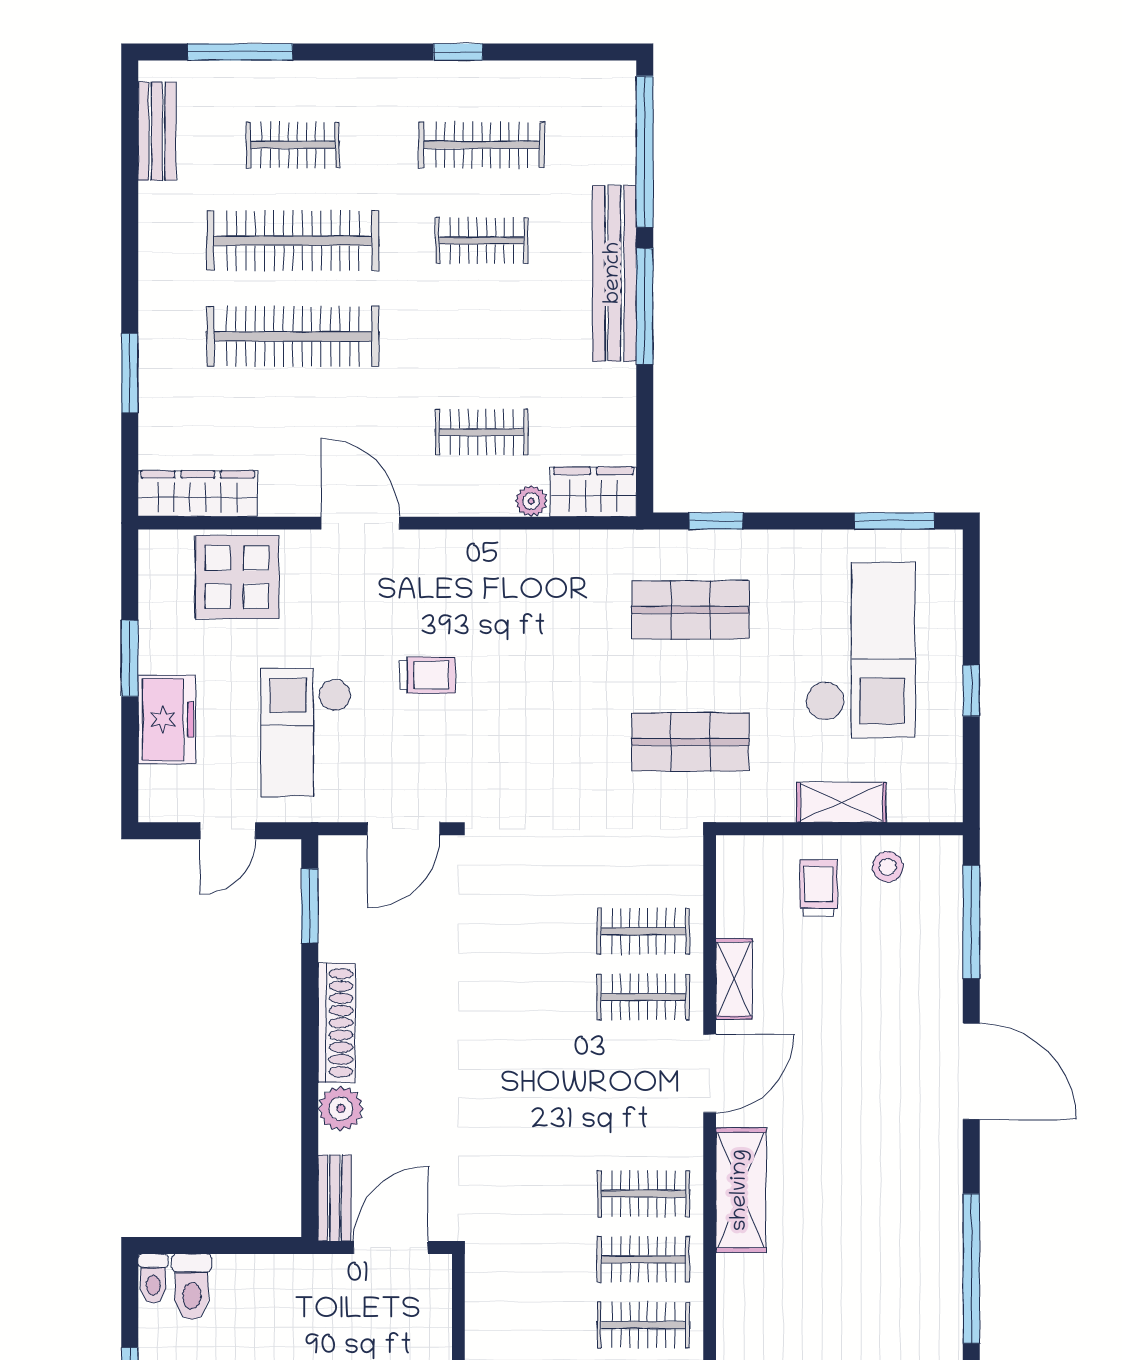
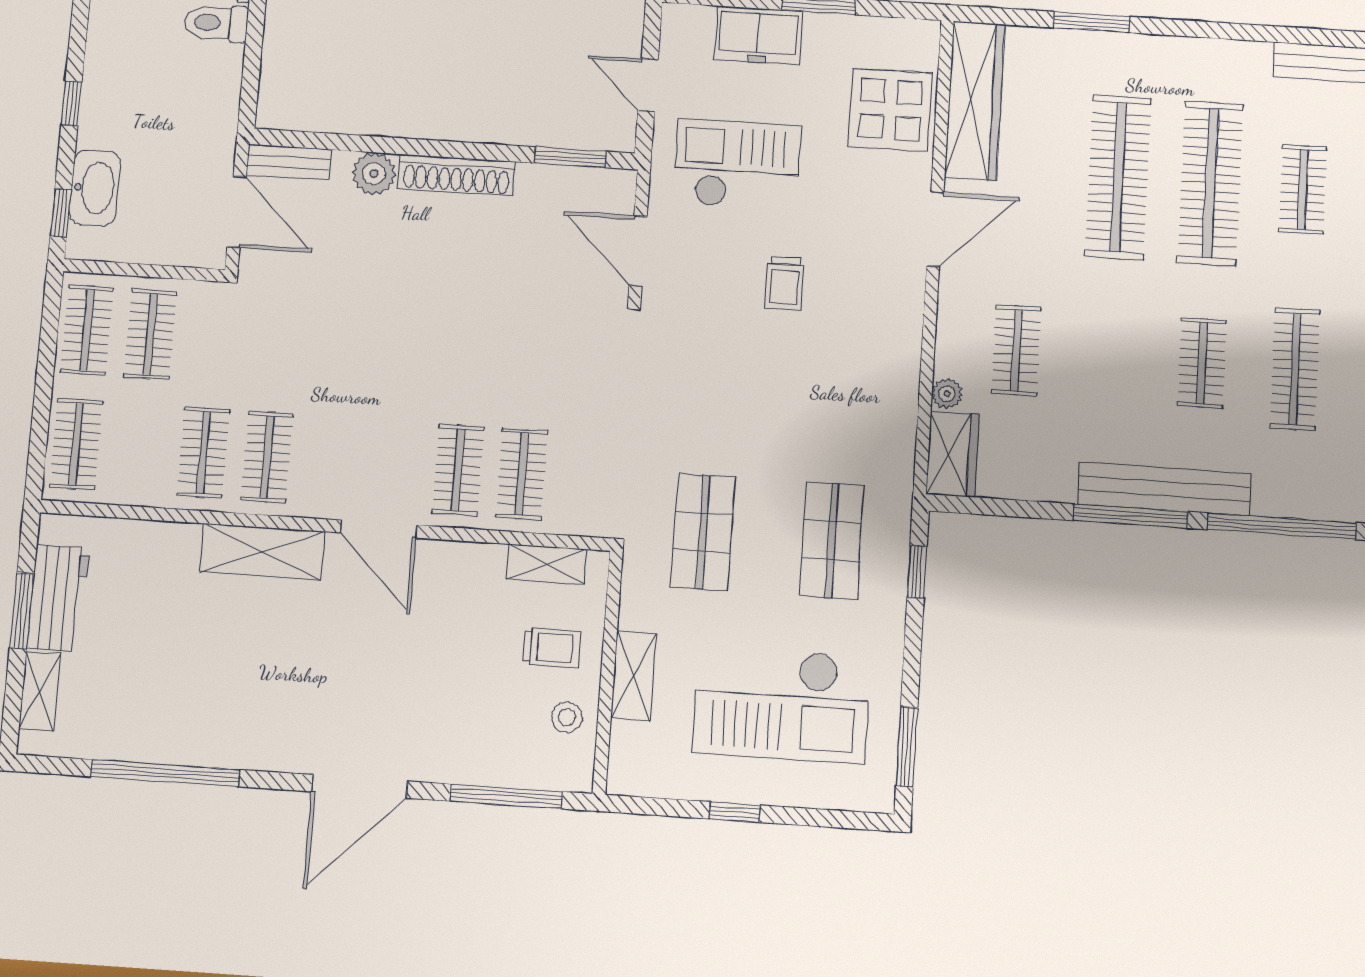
wardrobe: (198, 494) -> (975, 101), width x1.40, depth x1.17
shelving: (734, 979) -> (547, 564), moved
clothes rail: (643, 1325) -> (150, 334), moved

